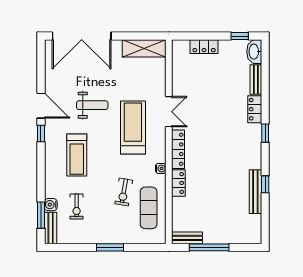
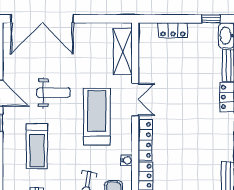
shelving: (144, 48) -> (123, 52), moved, turned 90

